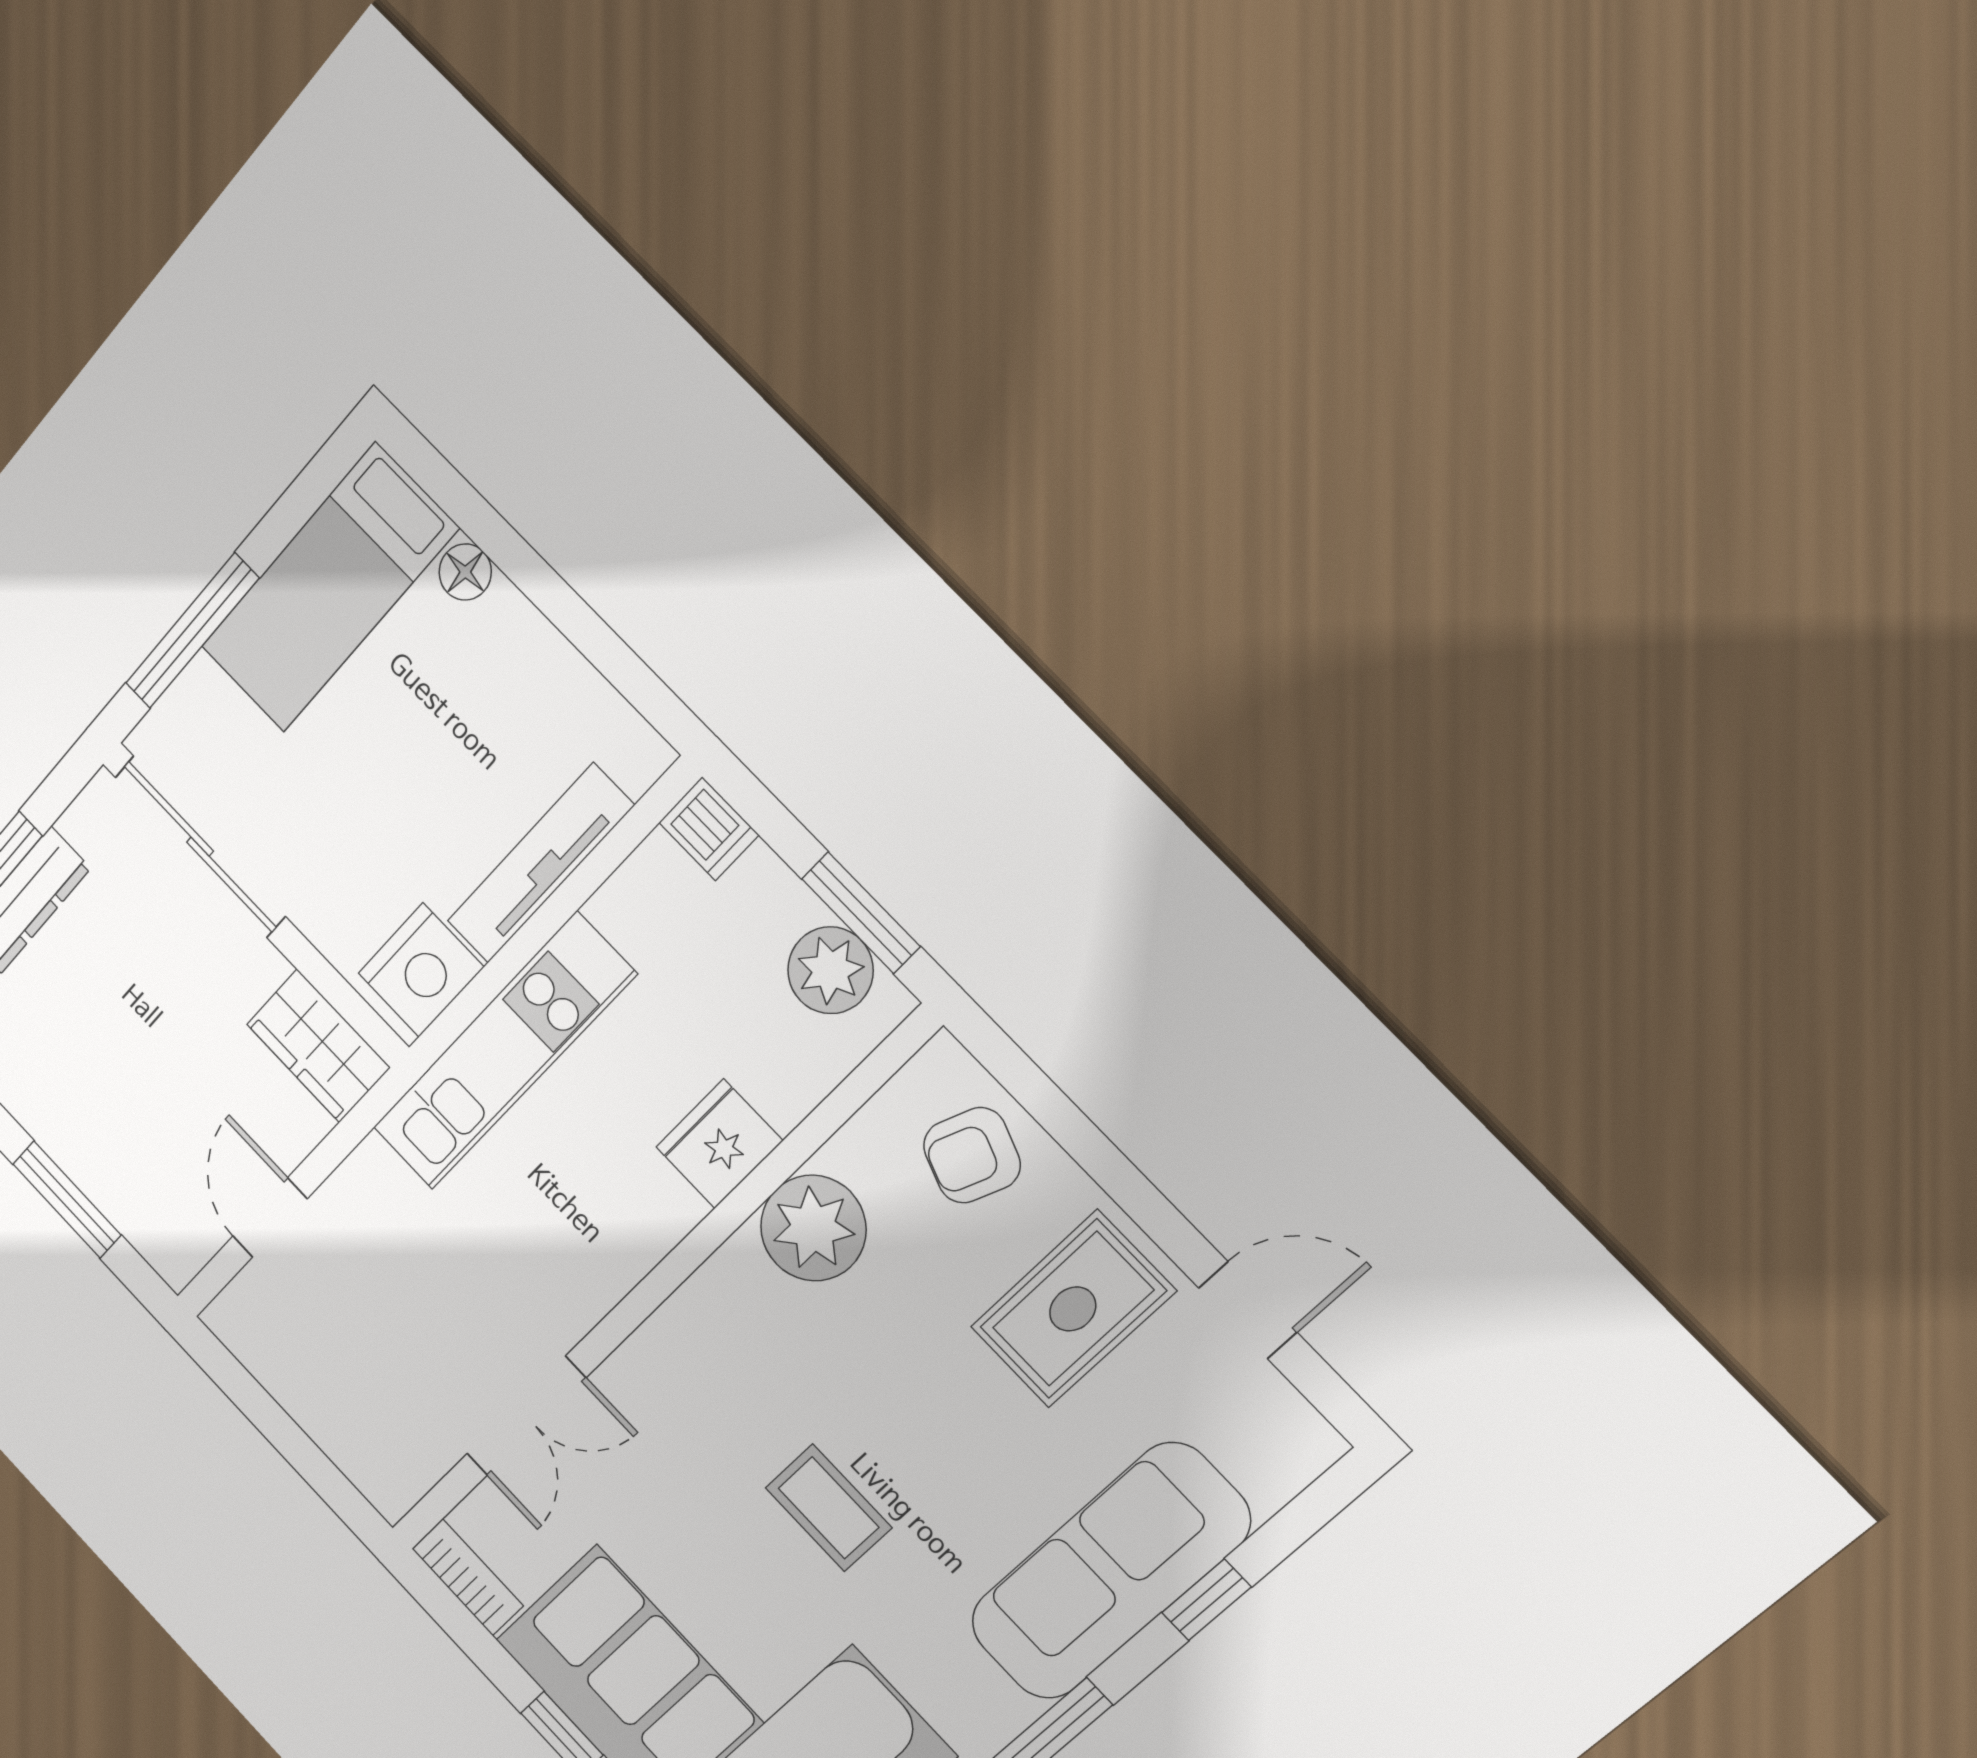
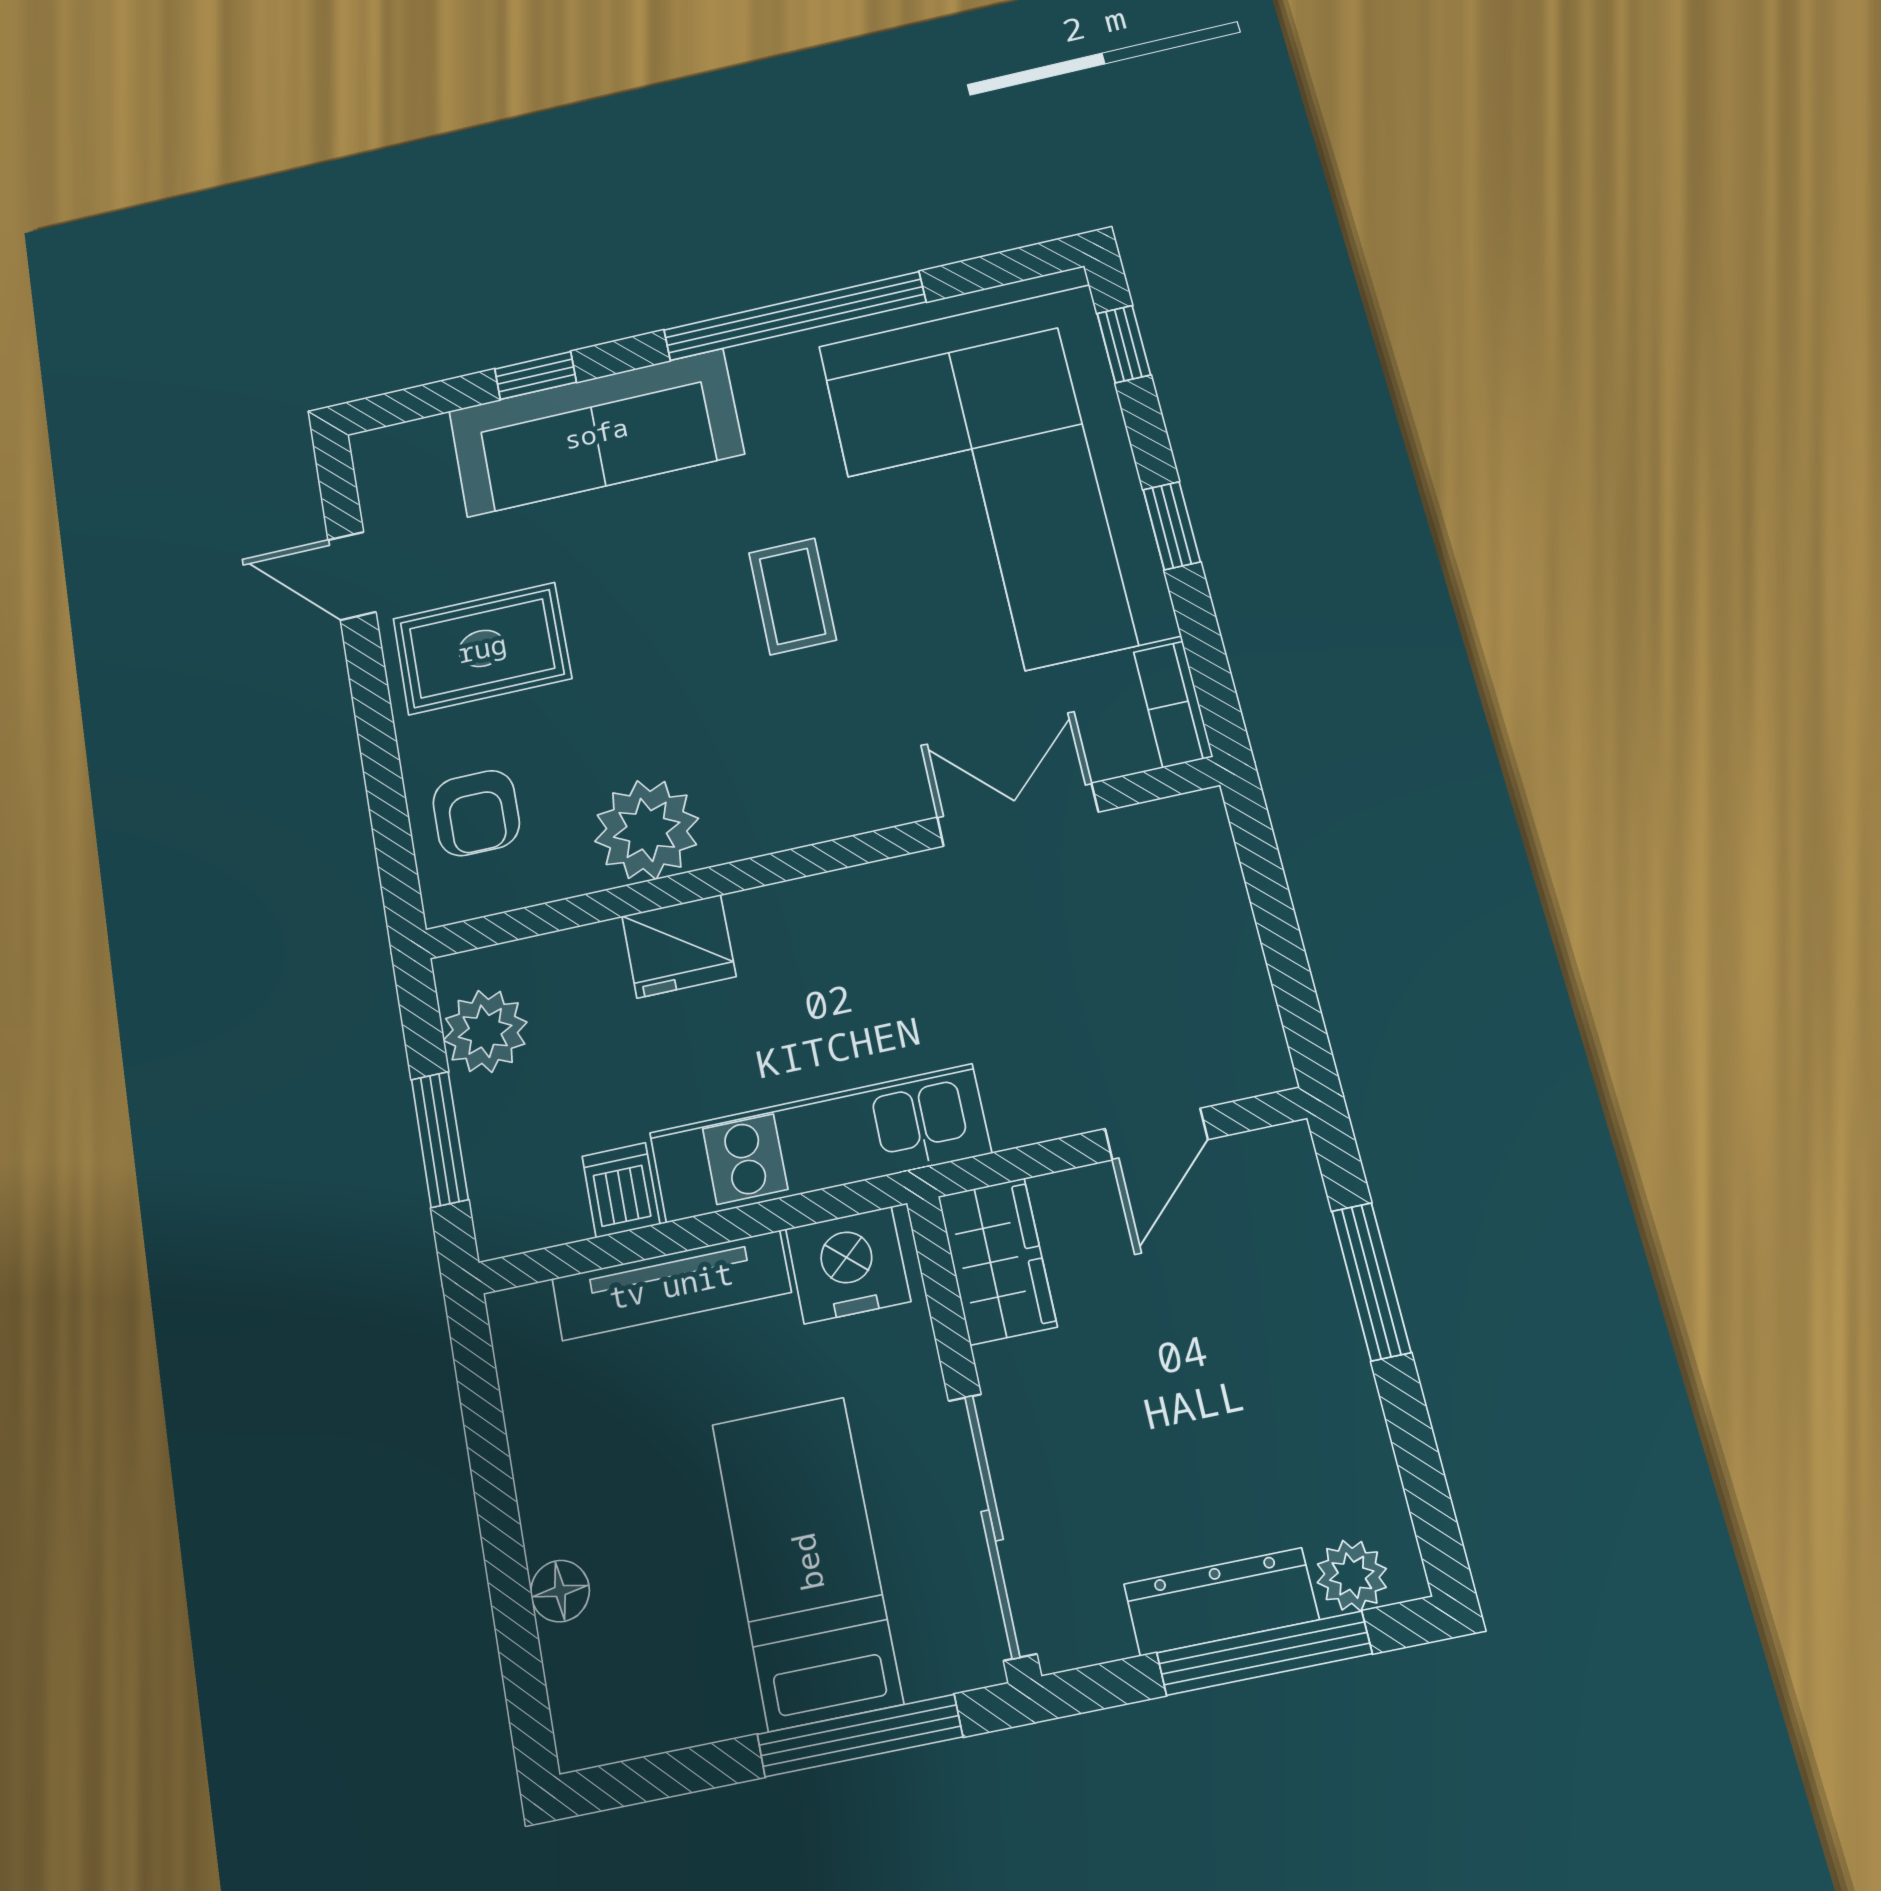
bed: (329, 588) -> (807, 1562), moved, turned -90
dishwasher: (709, 829) -> (621, 1190), moved
window: (861, 913) -> (440, 1139), moved
armchair: (972, 1155) -> (476, 813), turned 69

